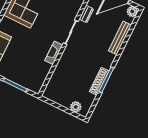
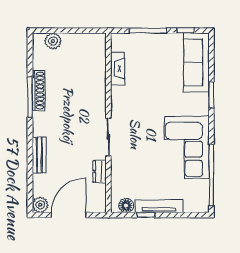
bench: (120, 38) -> (39, 155), width x0.73
fireplace: (54, 53) -> (118, 69), moved

